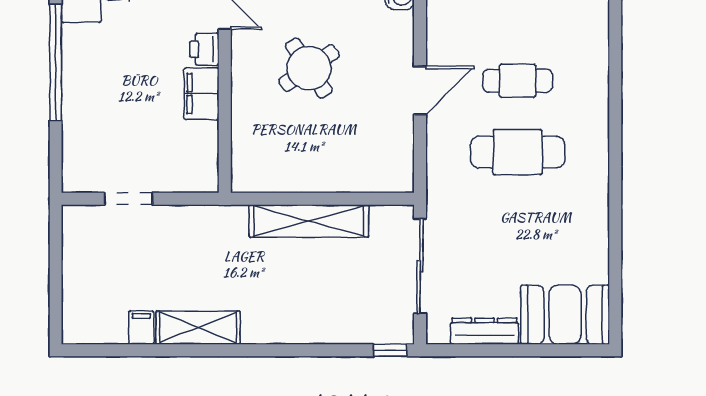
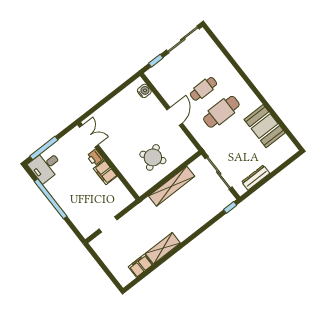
round table: (309, 68) -> (153, 157), moved
booth: (565, 315) -> (265, 126), moved, turned 90
filing cabinet: (141, 328) -> (141, 266), width x2.00

